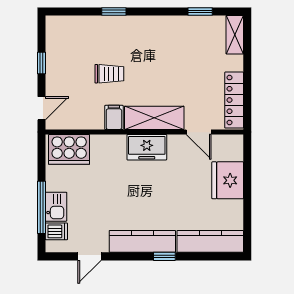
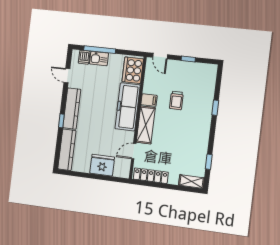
freezer: (147, 147) -> (128, 107), width x1.91, depth x1.26

